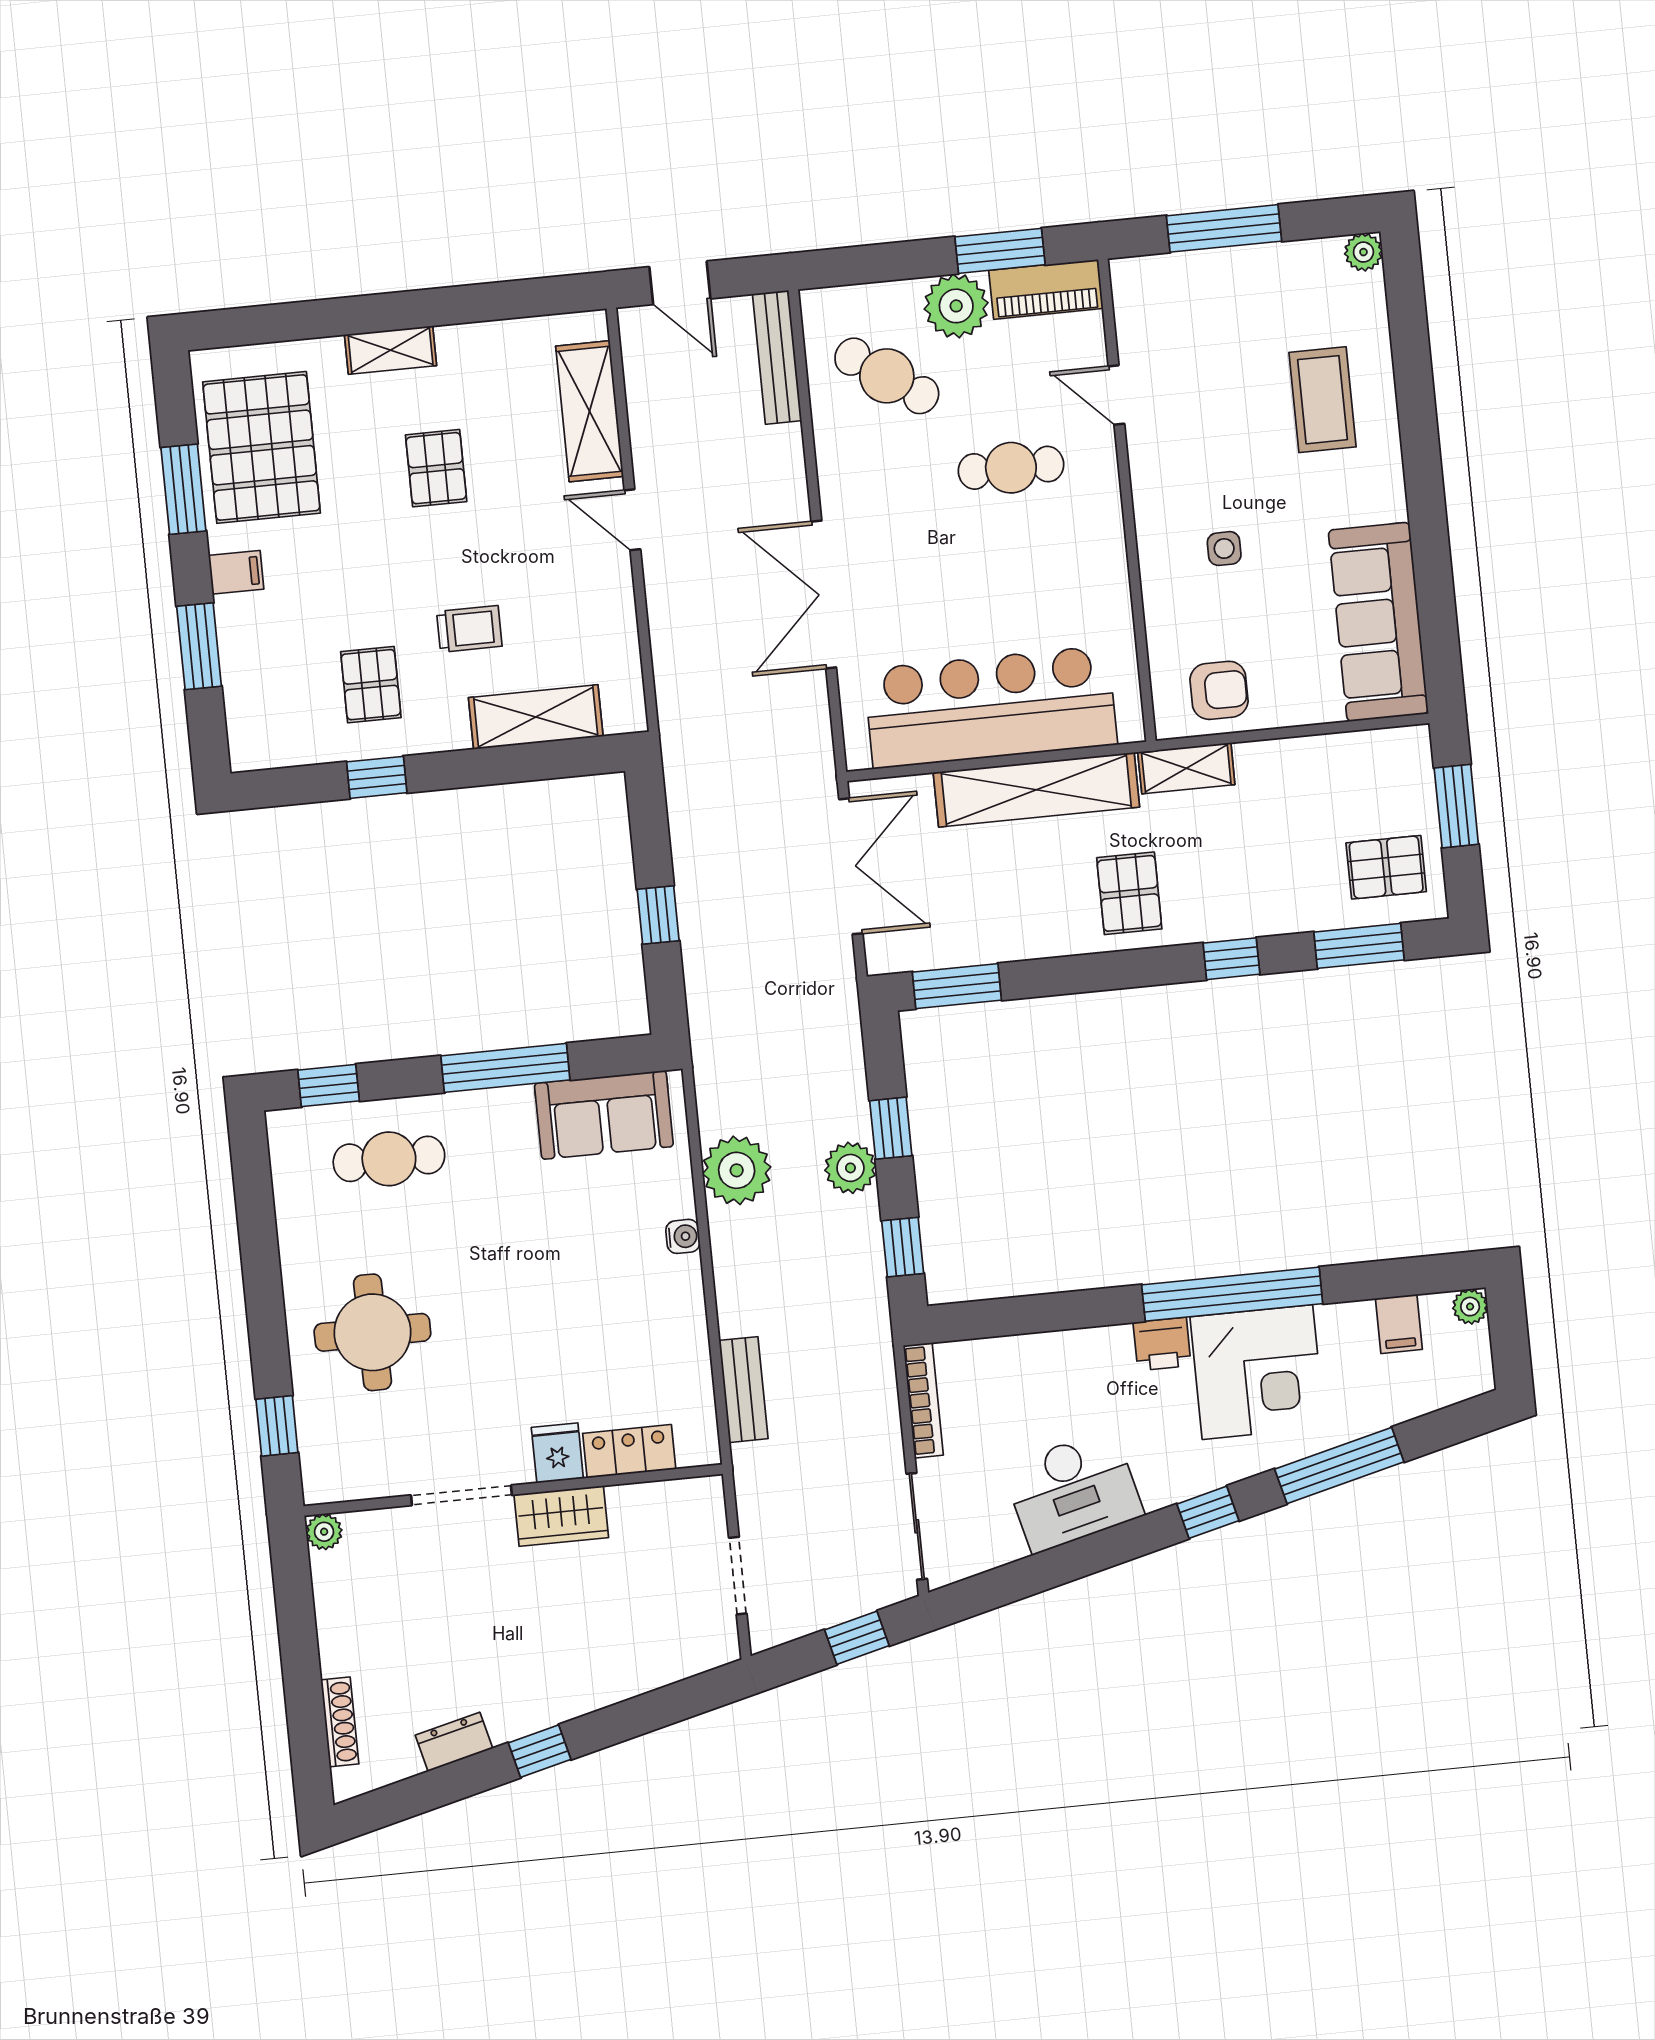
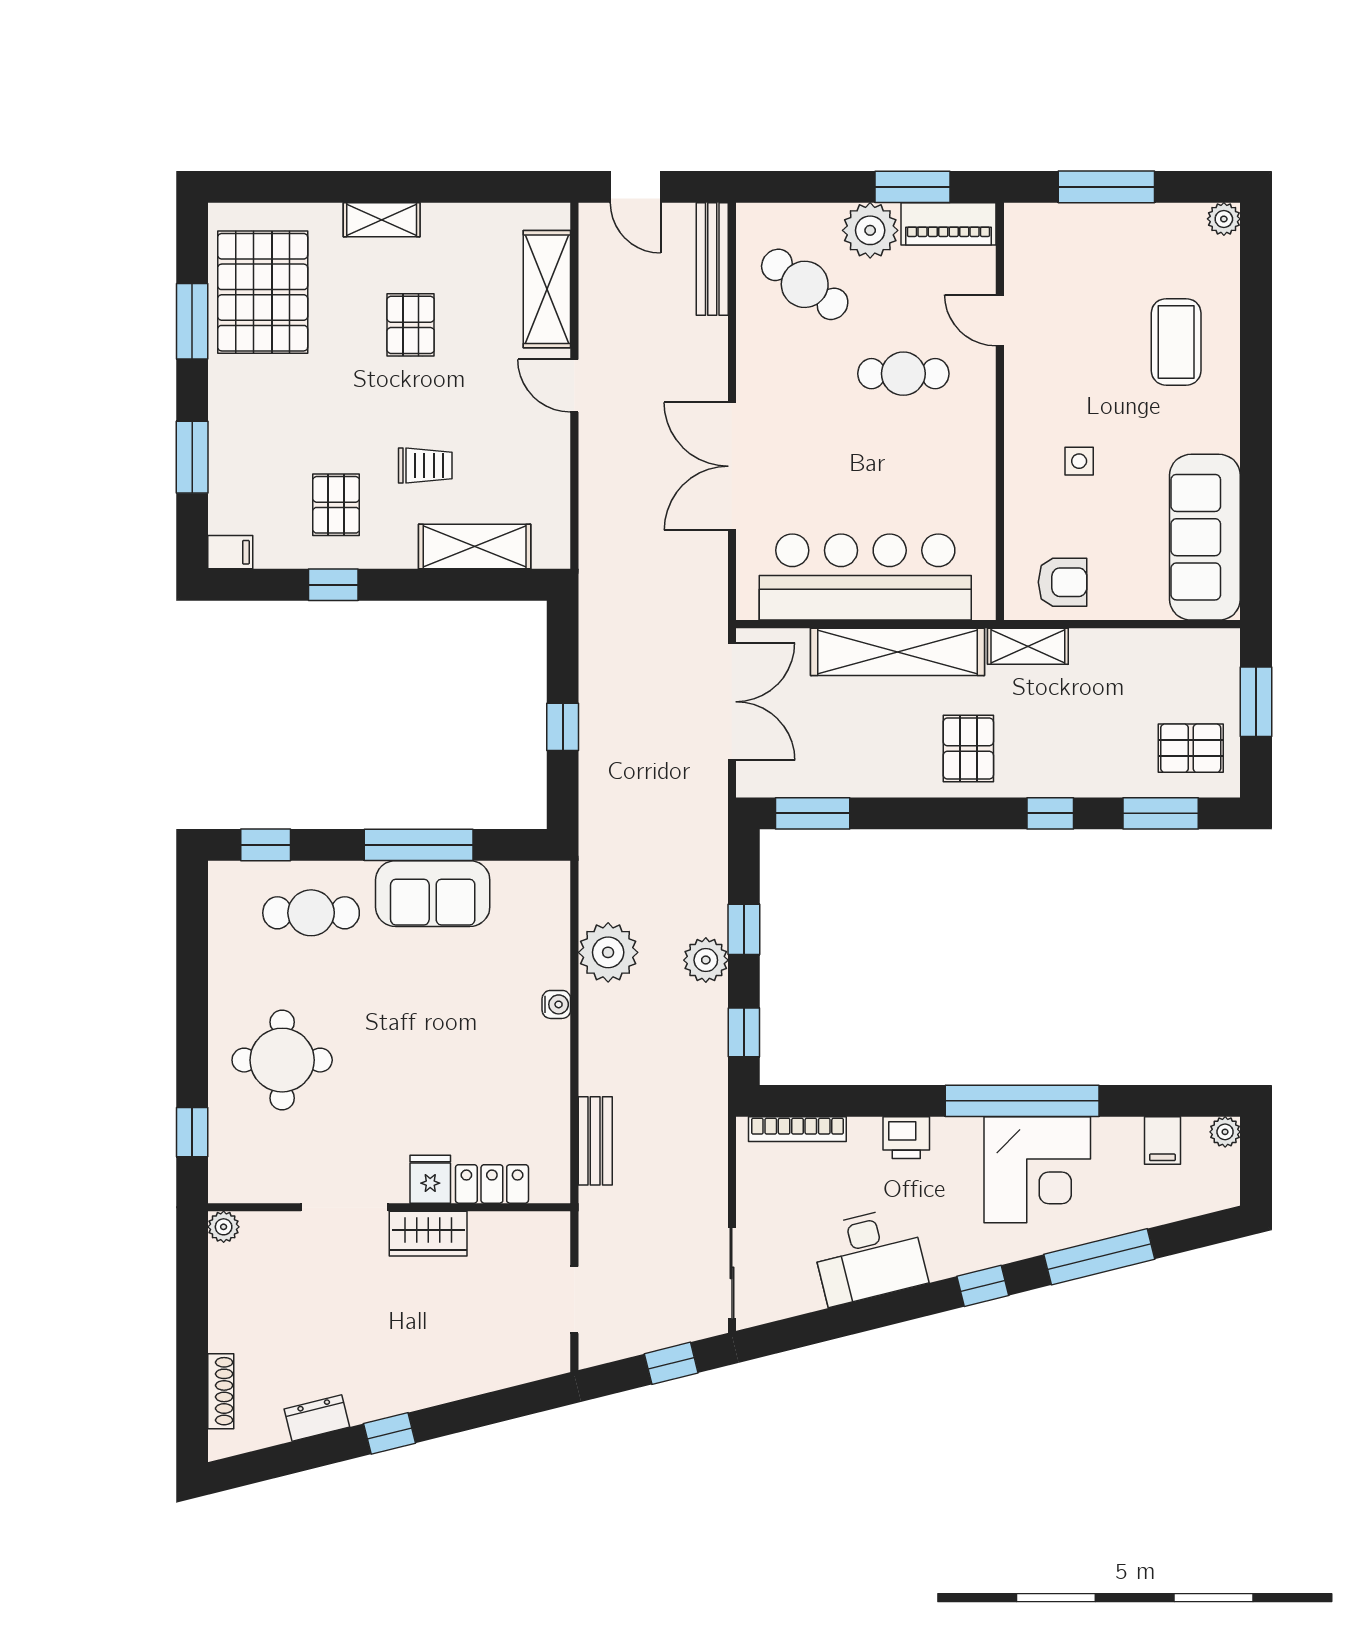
filing cabinet: (236, 572) -> (230, 552), moved
sofa: (604, 1115) -> (433, 894), moved
printer: (1162, 1344) -> (906, 1138), moved
bookcase: (923, 1400) -> (797, 1129), moved, turned 90

